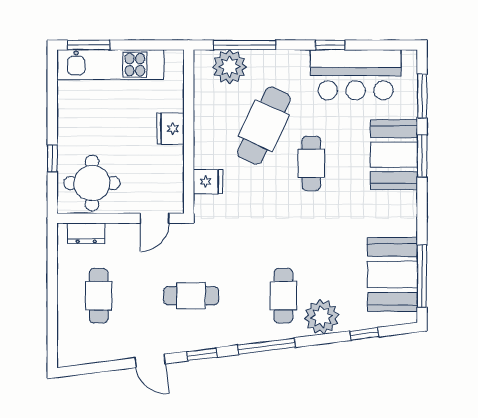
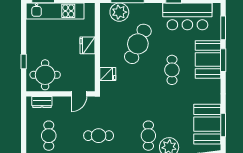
cafe table: (311, 163) -> (172, 70), moved
window: (422, 276) -> (223, 125), width x0.69

